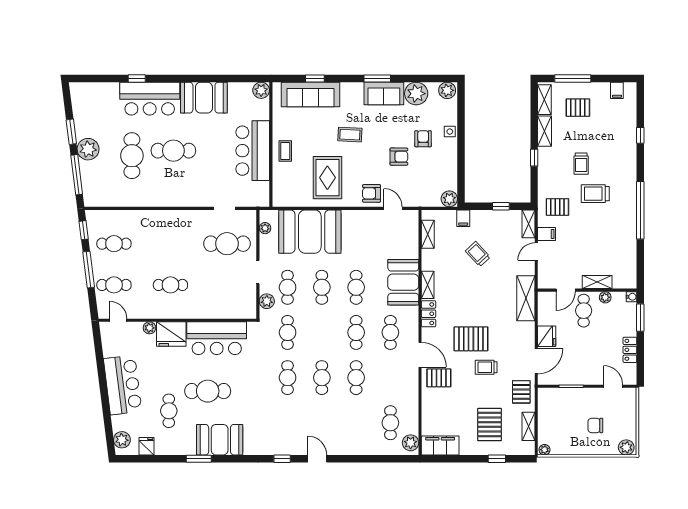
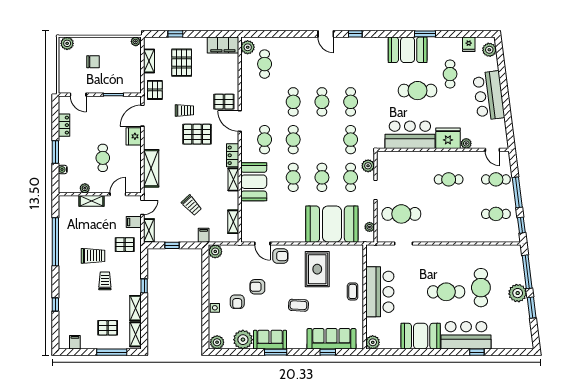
shelving: (597, 282) -> (92, 201), moved
door: (566, 290) -> (118, 194), moved
wall: (587, 290) -> (100, 194), moved
plant: (605, 297) -> (85, 188), moved

